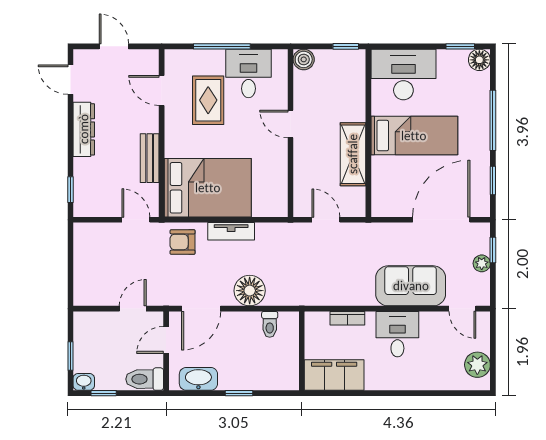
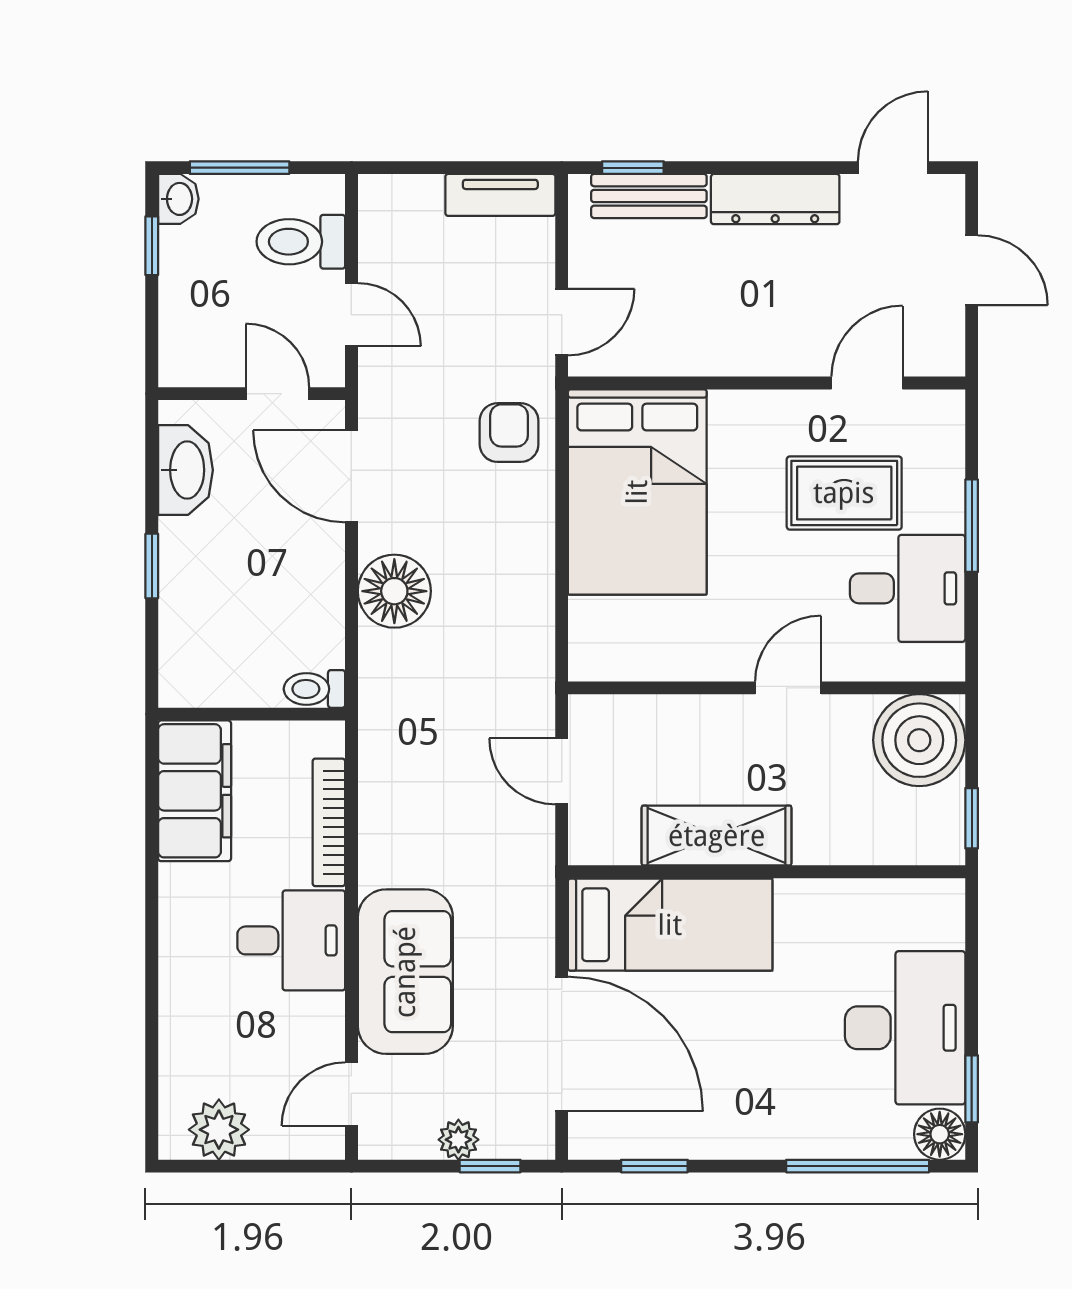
door: (114, 46) -> (972, 270), hinge flipped
window: (222, 46) -> (972, 526), width x0.69
boiler: (304, 59) -> (919, 740), width x1.86, depth x1.86
desk: (403, 74) -> (905, 1028), moved
window: (493, 120) -> (858, 1166), moved
bed: (414, 136) -> (670, 925), moved, turned -90
bench: (150, 158) -> (649, 196), moved
door: (326, 220) -> (562, 771), swing flipped
tv unit: (231, 231) -> (500, 195), moved, turned -90
bookcase: (347, 318) -> (329, 822), width x1.56
toilet: (270, 324) -> (314, 689), moved
window: (71, 356) -> (240, 168), width x1.50
toilet: (145, 379) -> (301, 242), moved, turned -90

